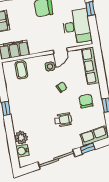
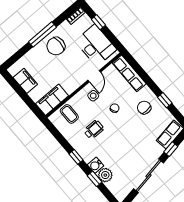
wheelchair: (63, 120) -> (94, 130), moved
window: (11, 135) -> (95, 179), added
water cooler: (22, 151) -> (96, 165), moved

